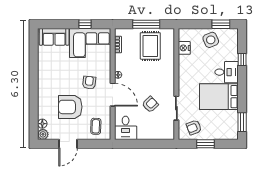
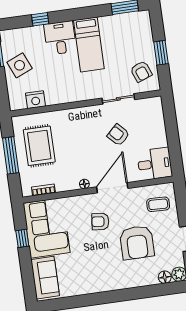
rug: (150, 46) -> (39, 146), turned 90
bed: (219, 97) -> (89, 44), width x0.67

